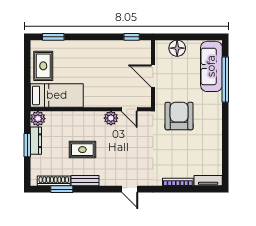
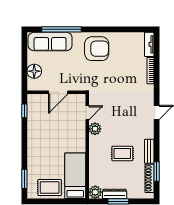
armchair: (179, 116) -> (97, 49), moved, turned 180
rug: (82, 150) -> (122, 153), turned 90

